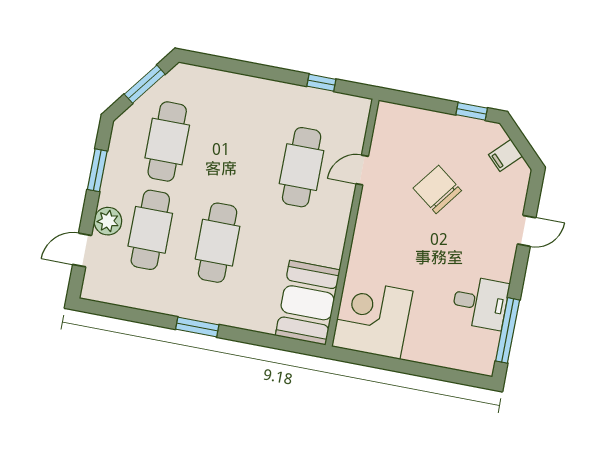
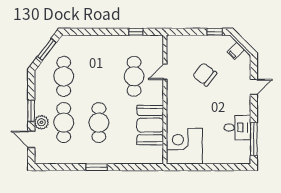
window: (97, 170) -> (31, 111), moved
door: (82, 250) -> (31, 139), hinge flipped
booth: (308, 303) -> (150, 125), moved

